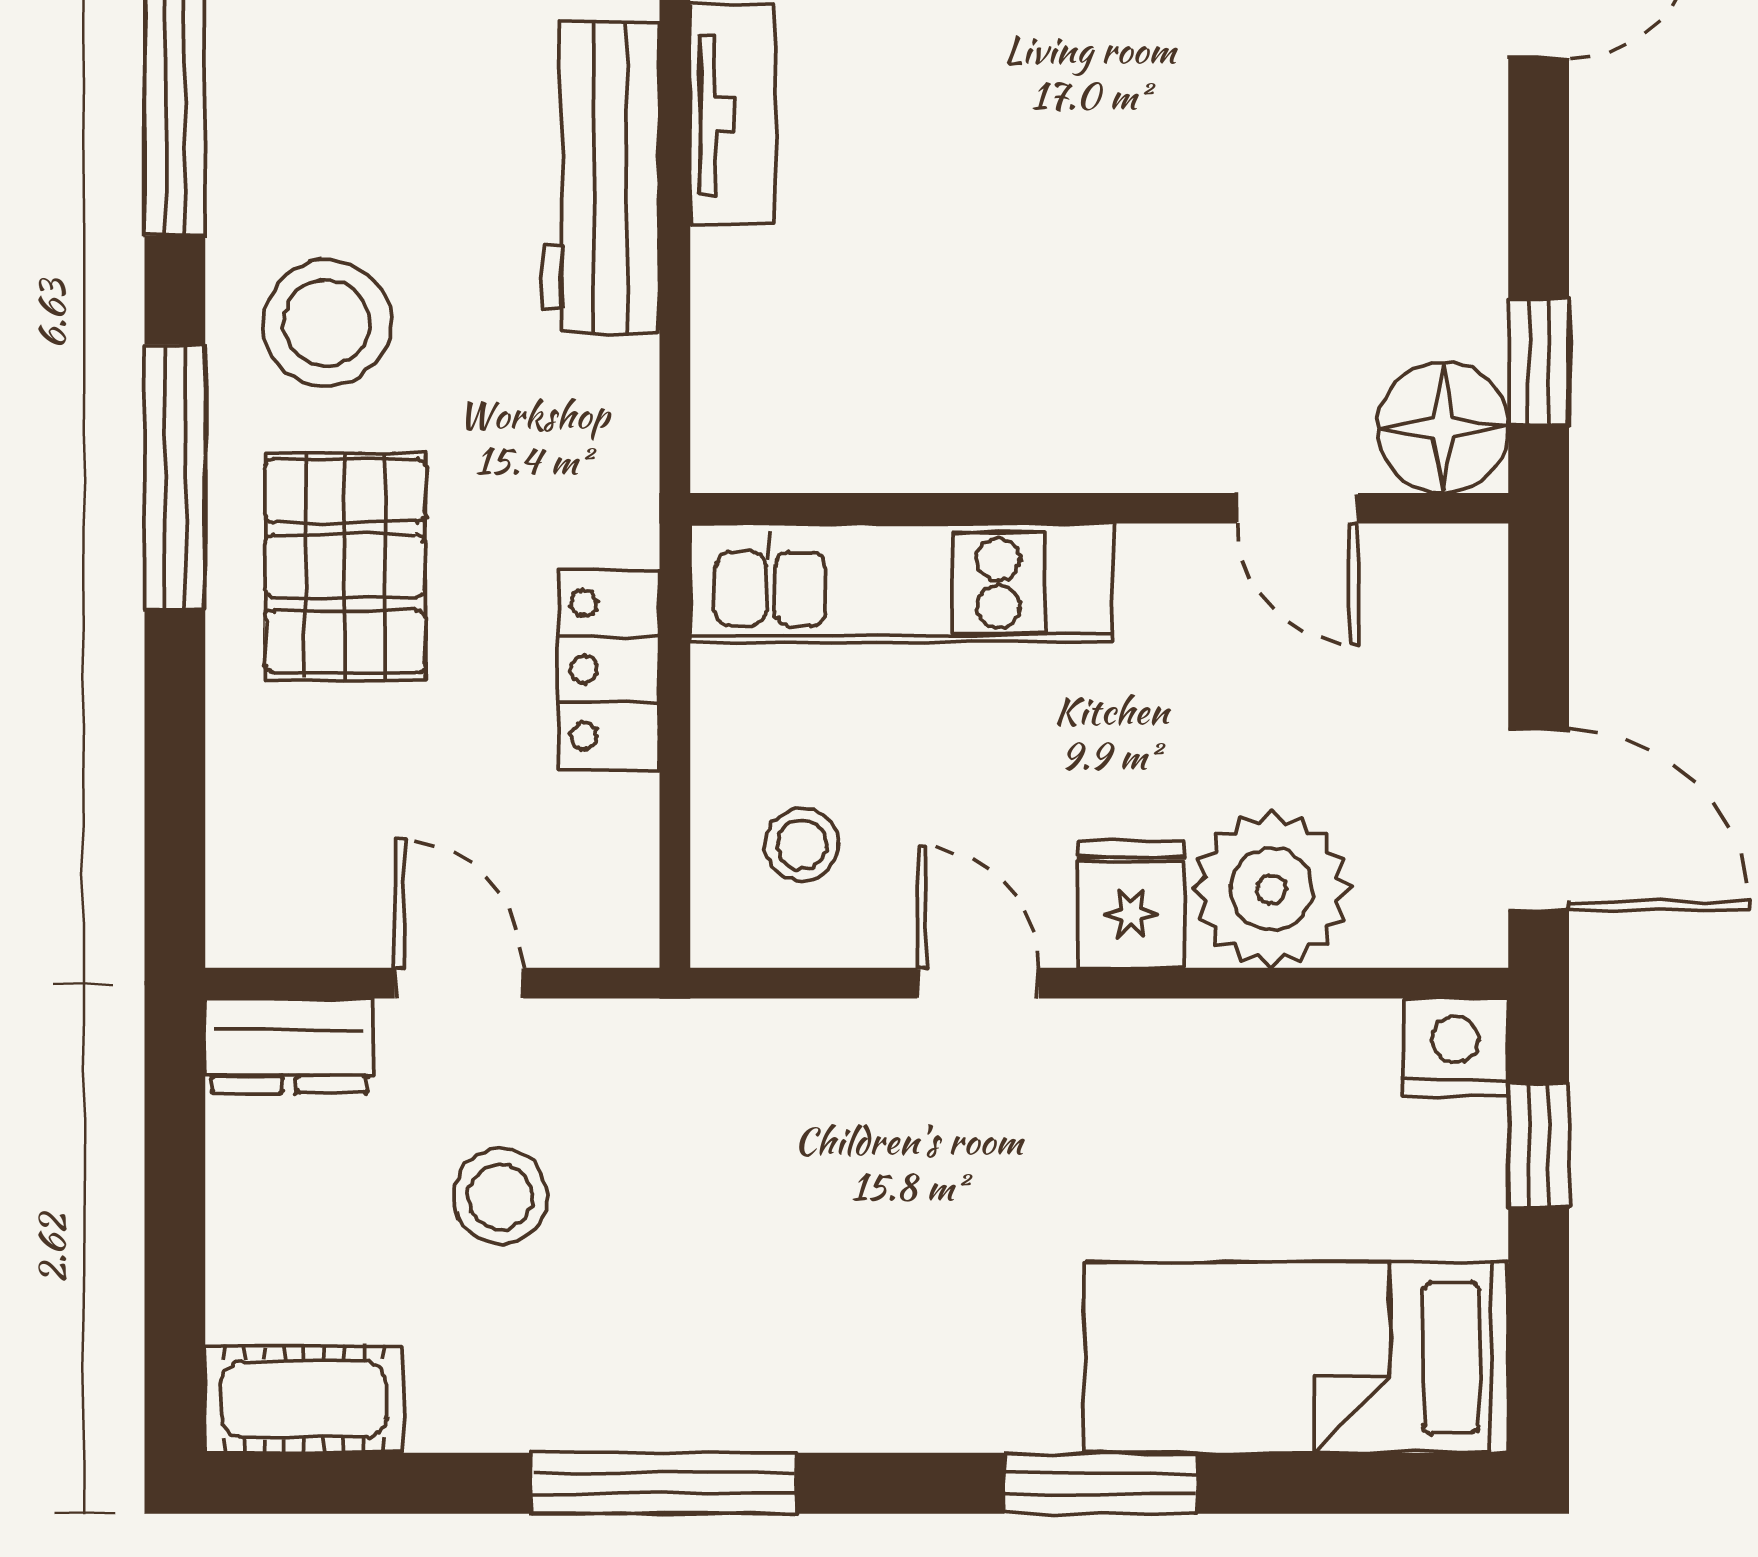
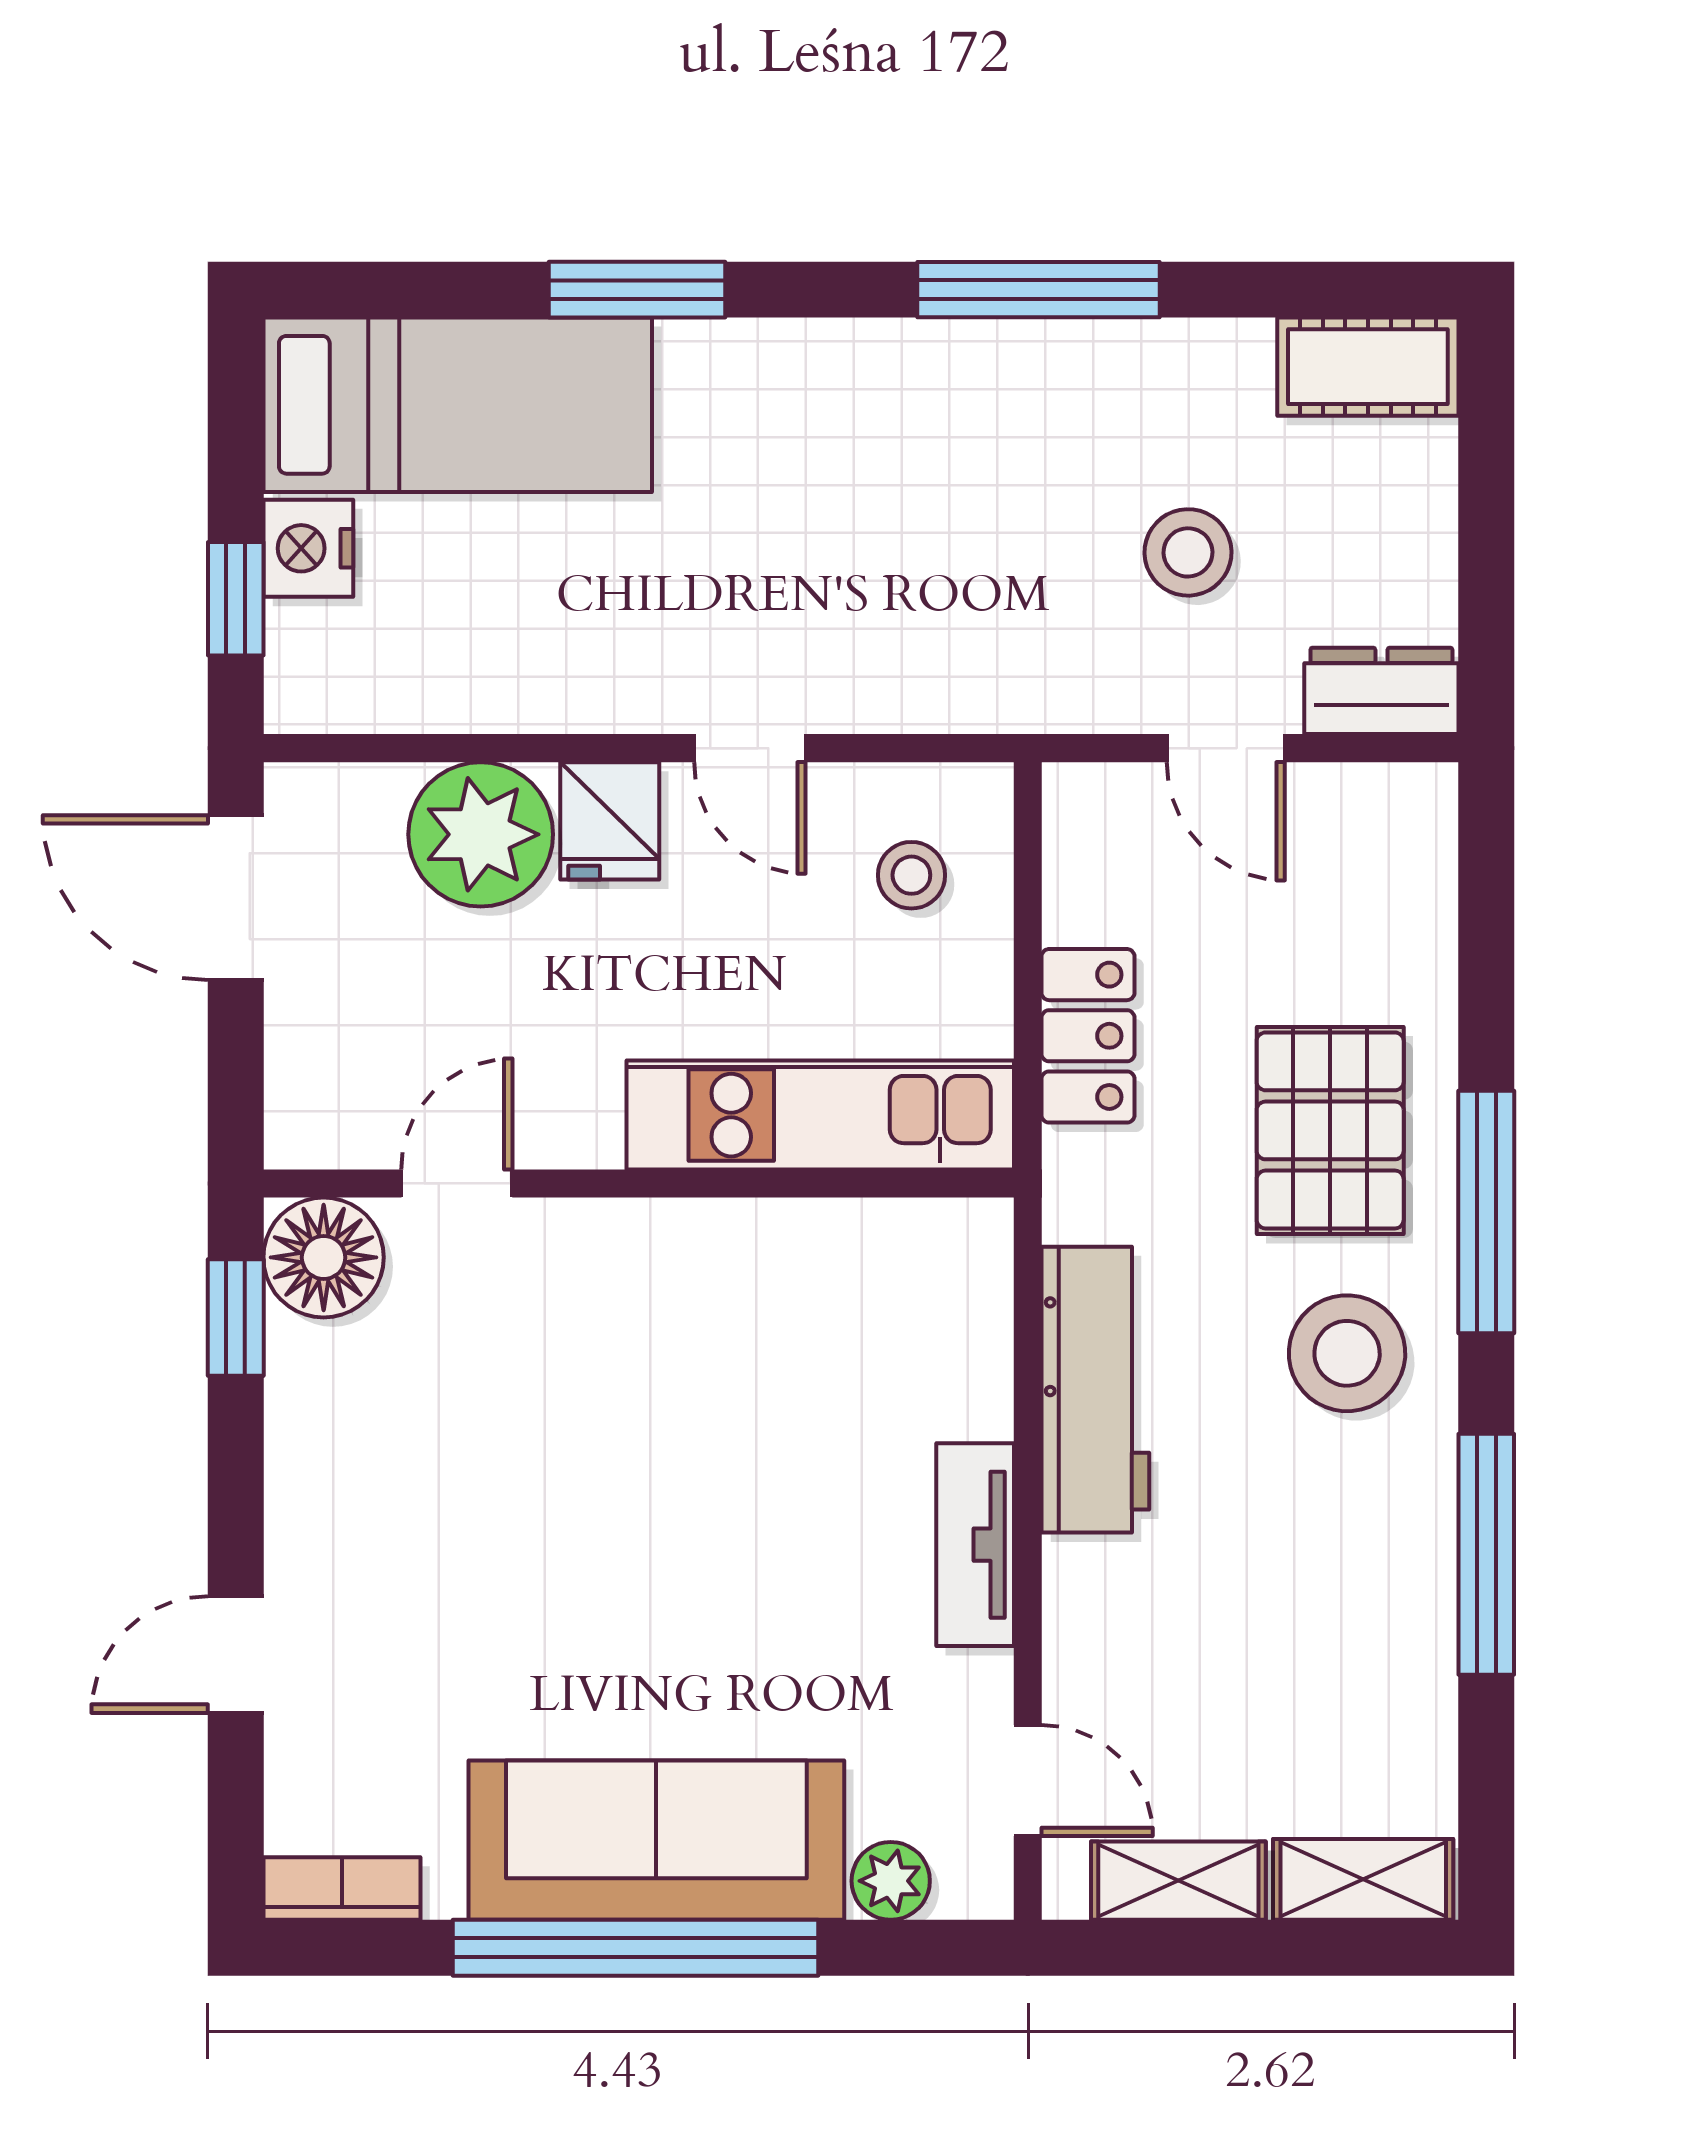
workbench: (601, 178) -> (1095, 1390), moved
door: (1297, 508) -> (457, 1183), hinge flipped
nightstand: (1455, 1047) -> (308, 548), moved, turned 90

